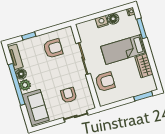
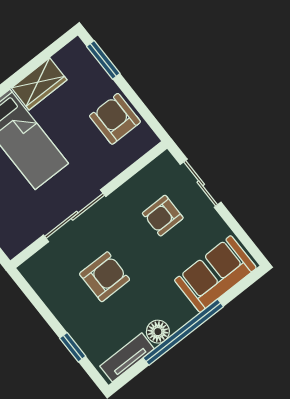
armchair: (53, 48) -> (105, 277), moved, turned 90
armchair: (105, 82) -> (115, 119), moved
plant: (25, 85) -> (178, 314), removed

